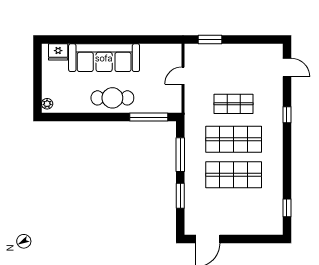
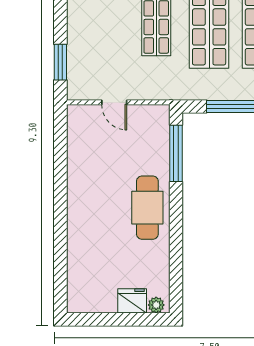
fridge: (58, 52) -> (132, 301), moved, turned -90
sofa: (104, 58) -> (87, 220), removed

